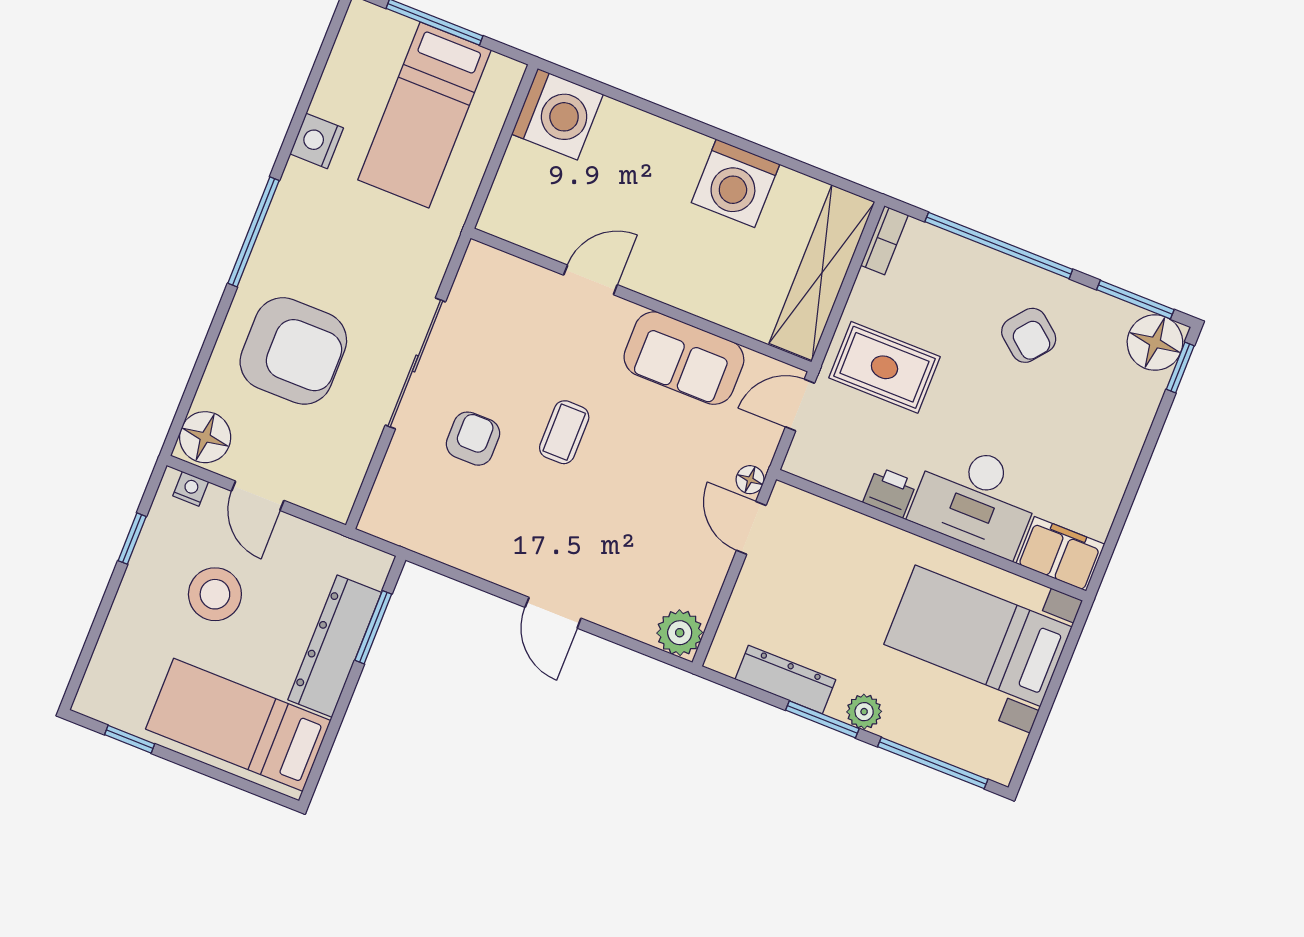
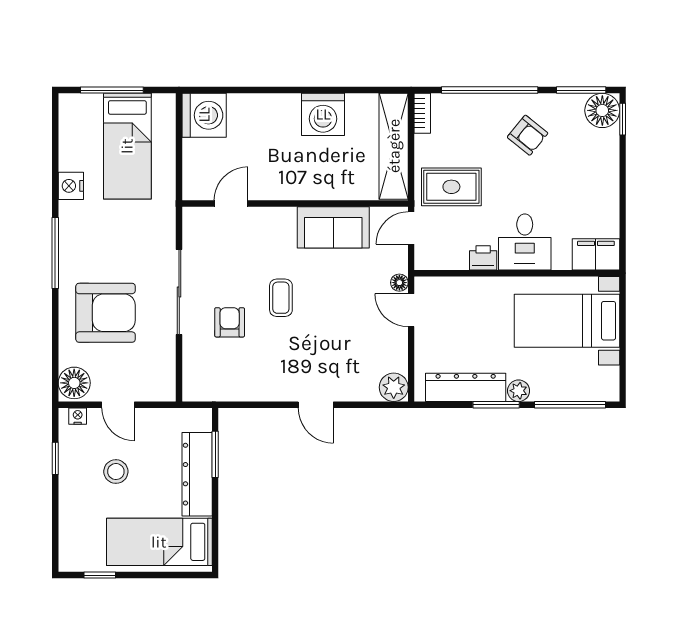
door: (590, 280) -> (231, 204), moved
desk: (976, 499) -> (525, 242), width x0.73
stool: (215, 594) -> (116, 472), width x0.73, depth x0.73
dresser: (785, 680) -> (466, 387), width x1.37, depth x1.24

